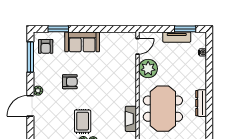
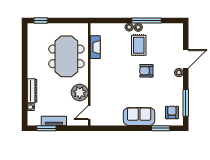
armchair: (70, 82) -> (146, 71), moved
dresser: (201, 103) -> (32, 91), moved

